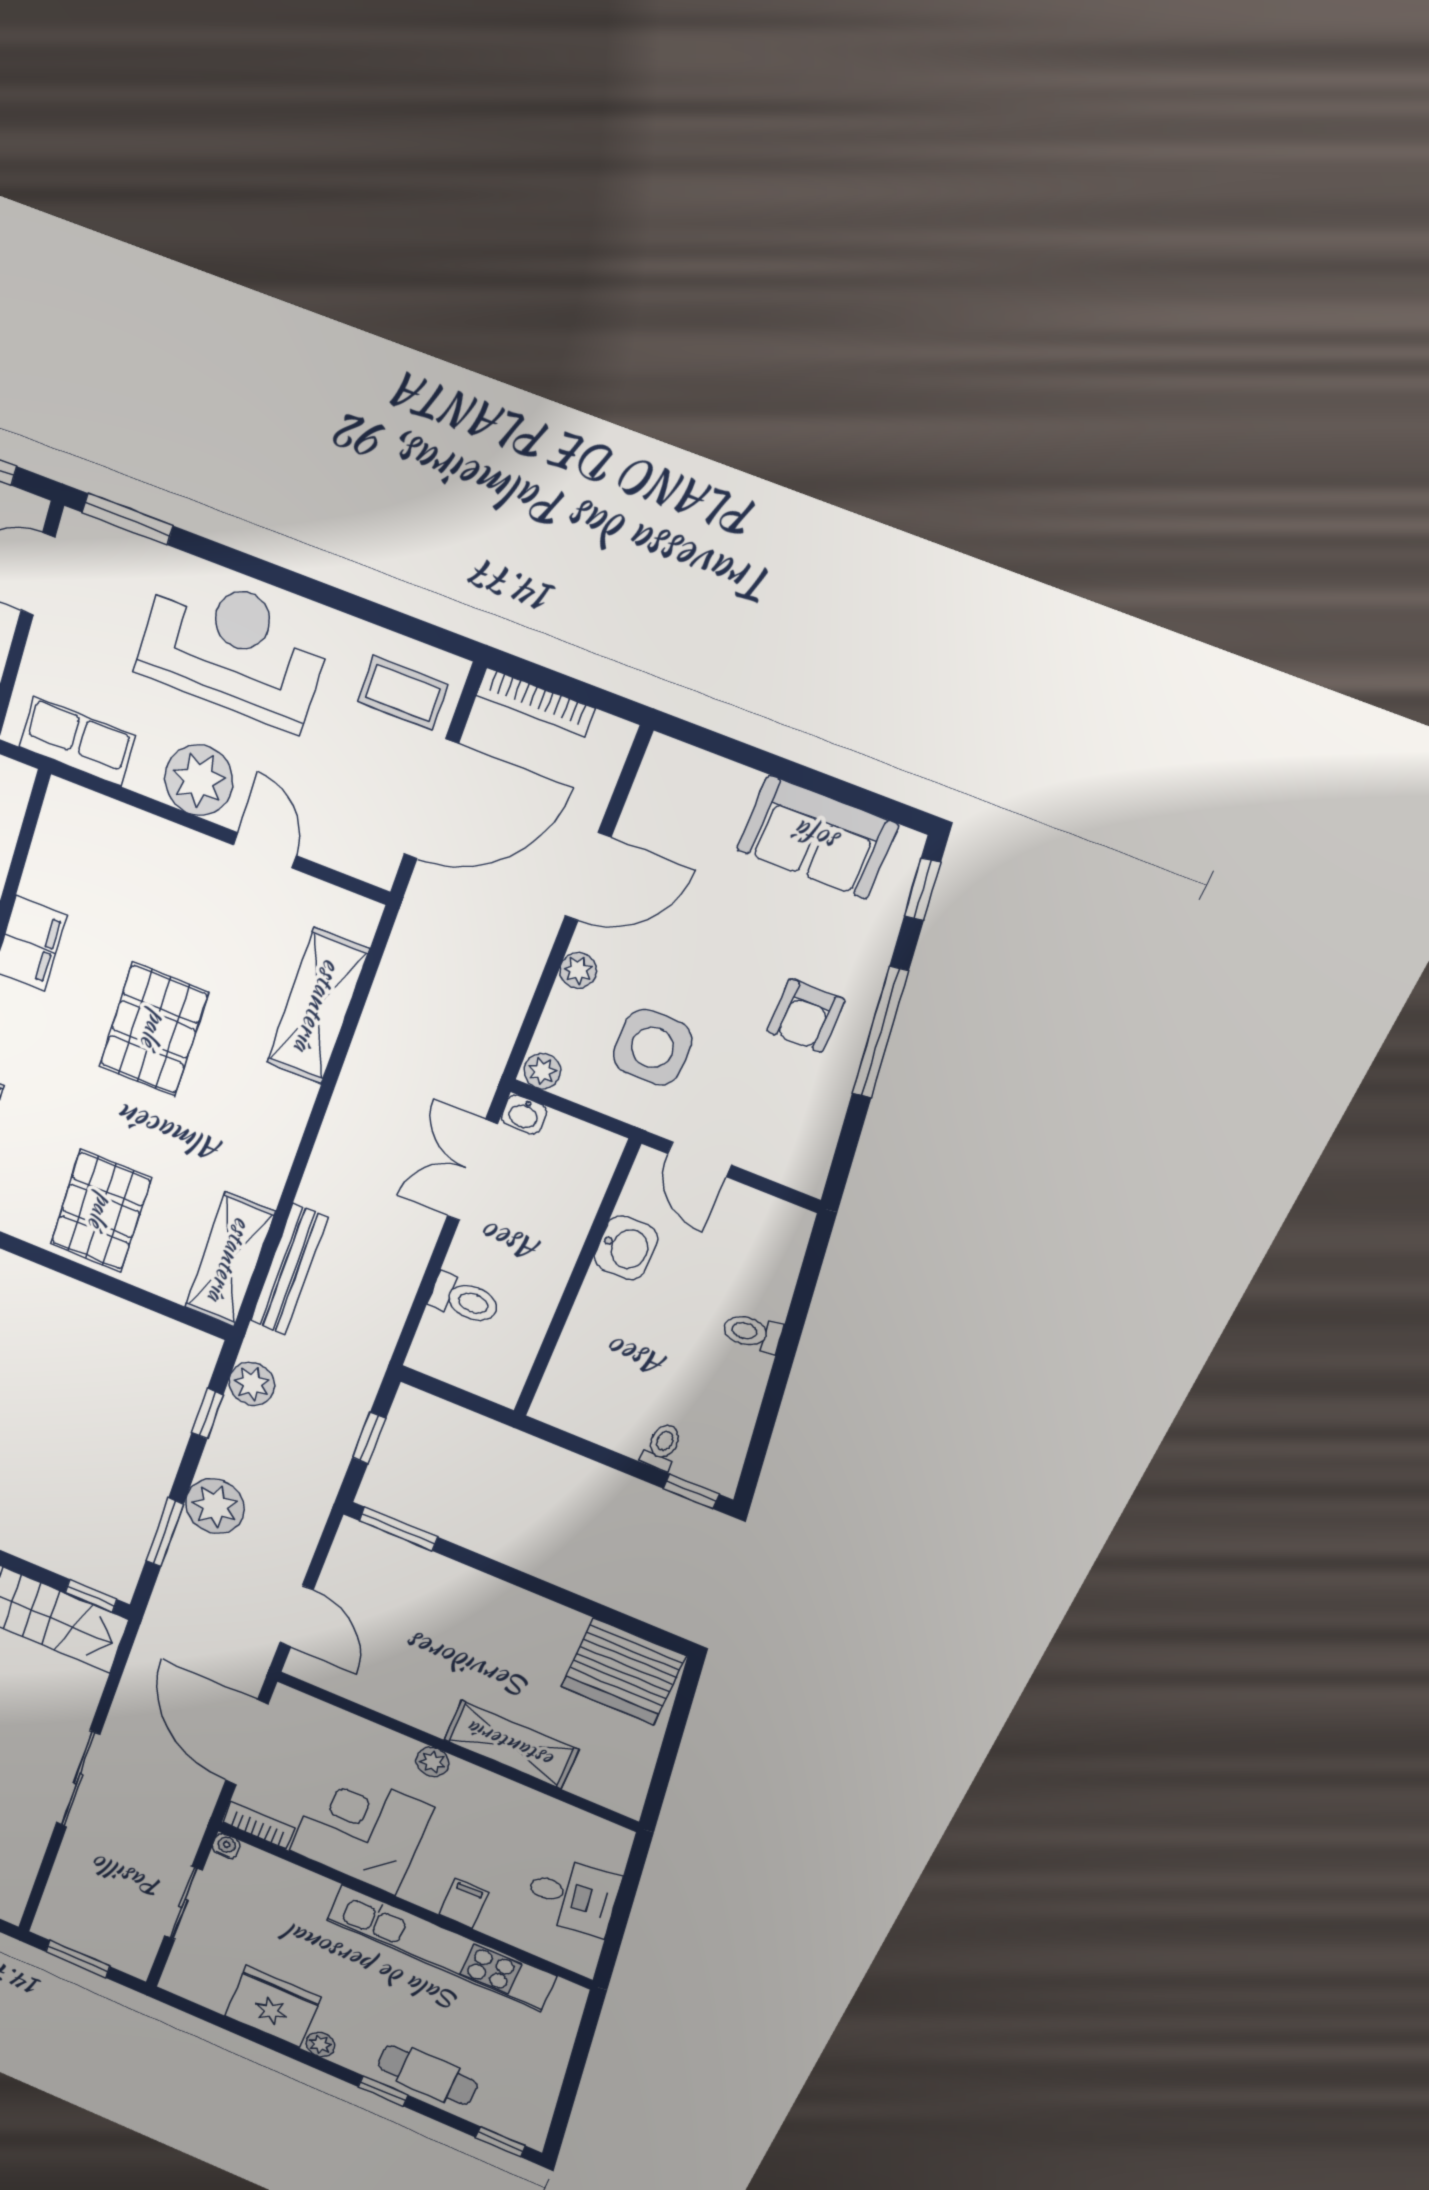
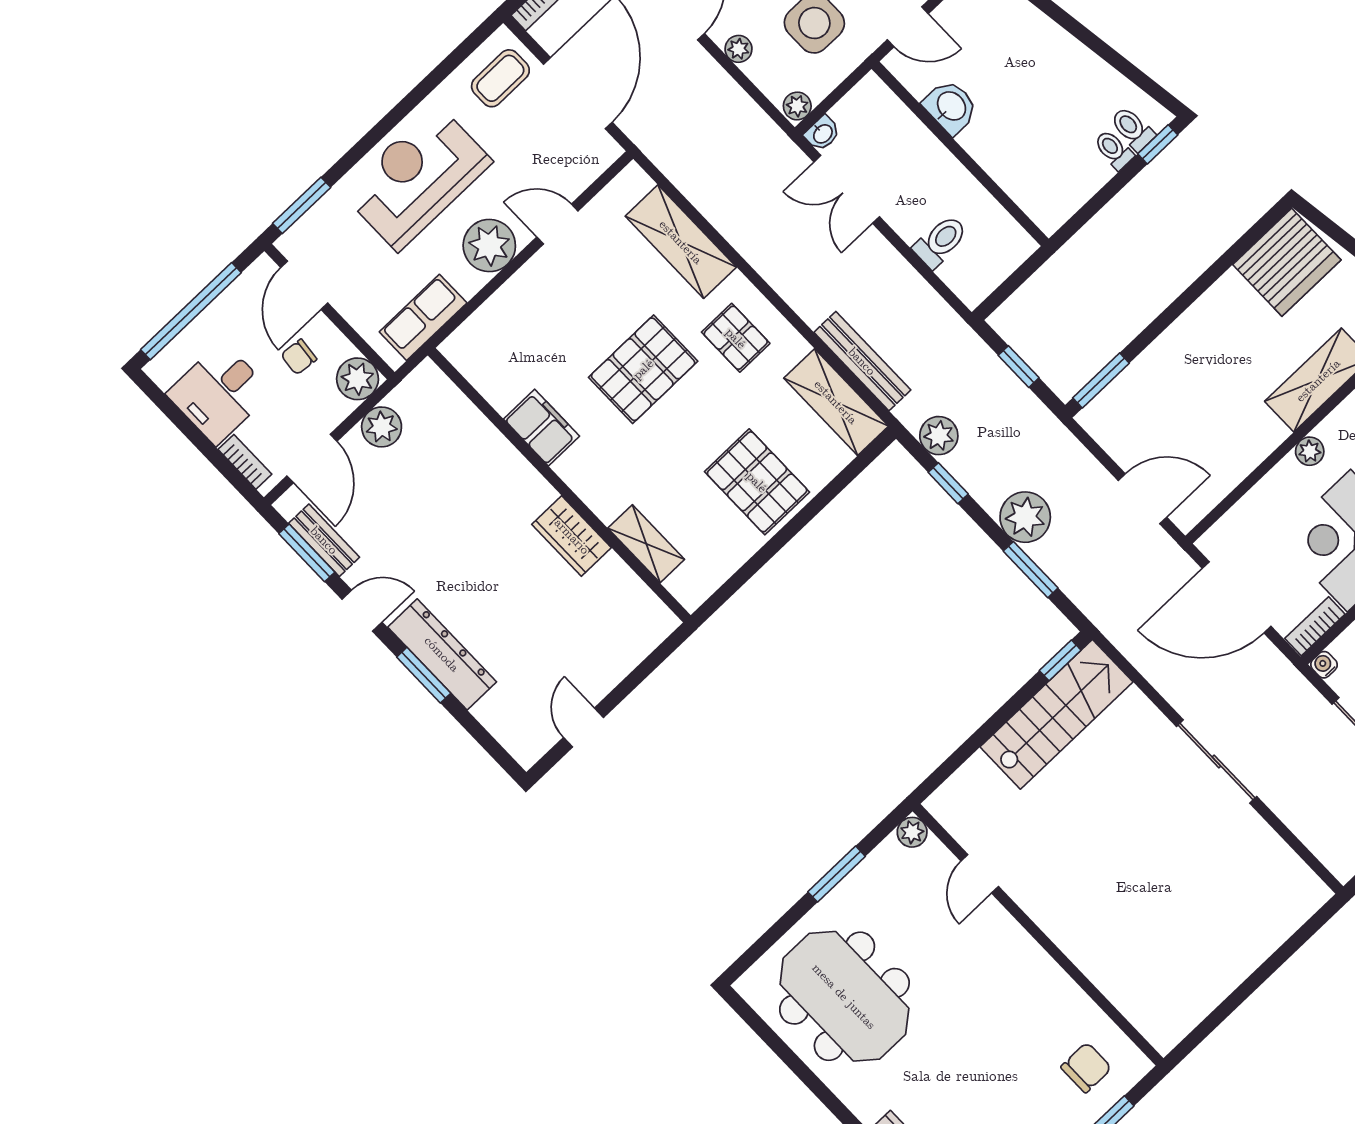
pallet: (154, 1029) -> (643, 369), turned 90
pallet: (242, 1118) -> (736, 338), added
toilet: (752, 1333) -> (1132, 129), moved, turned 98

